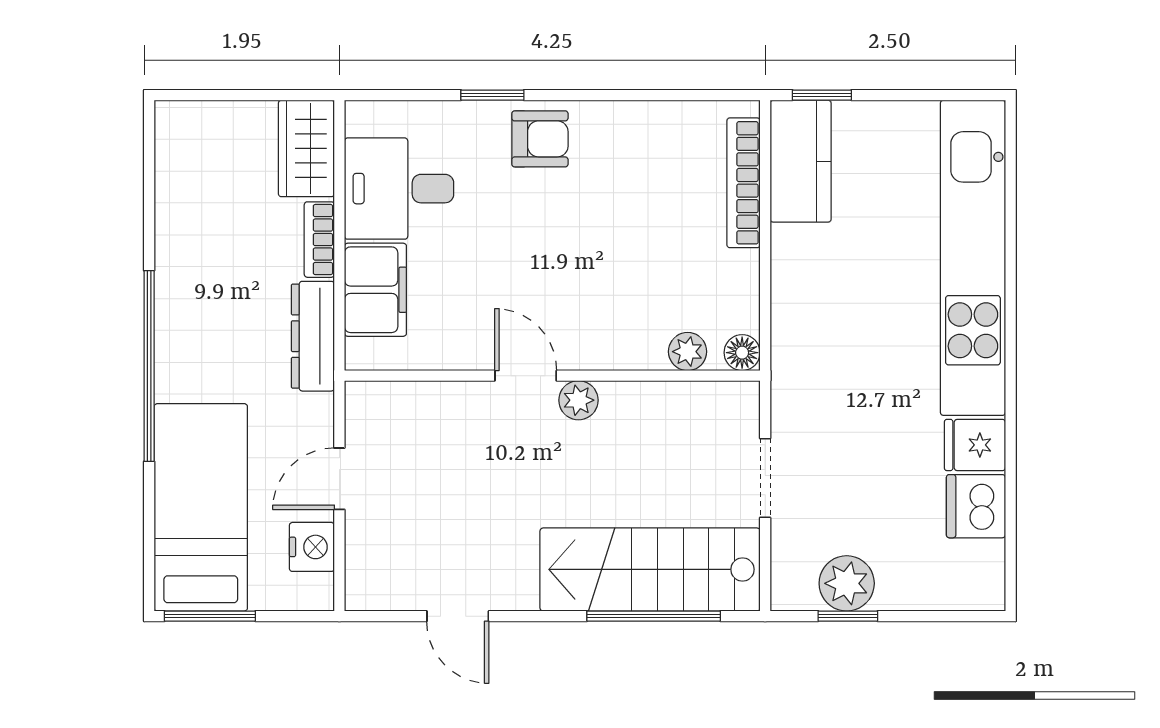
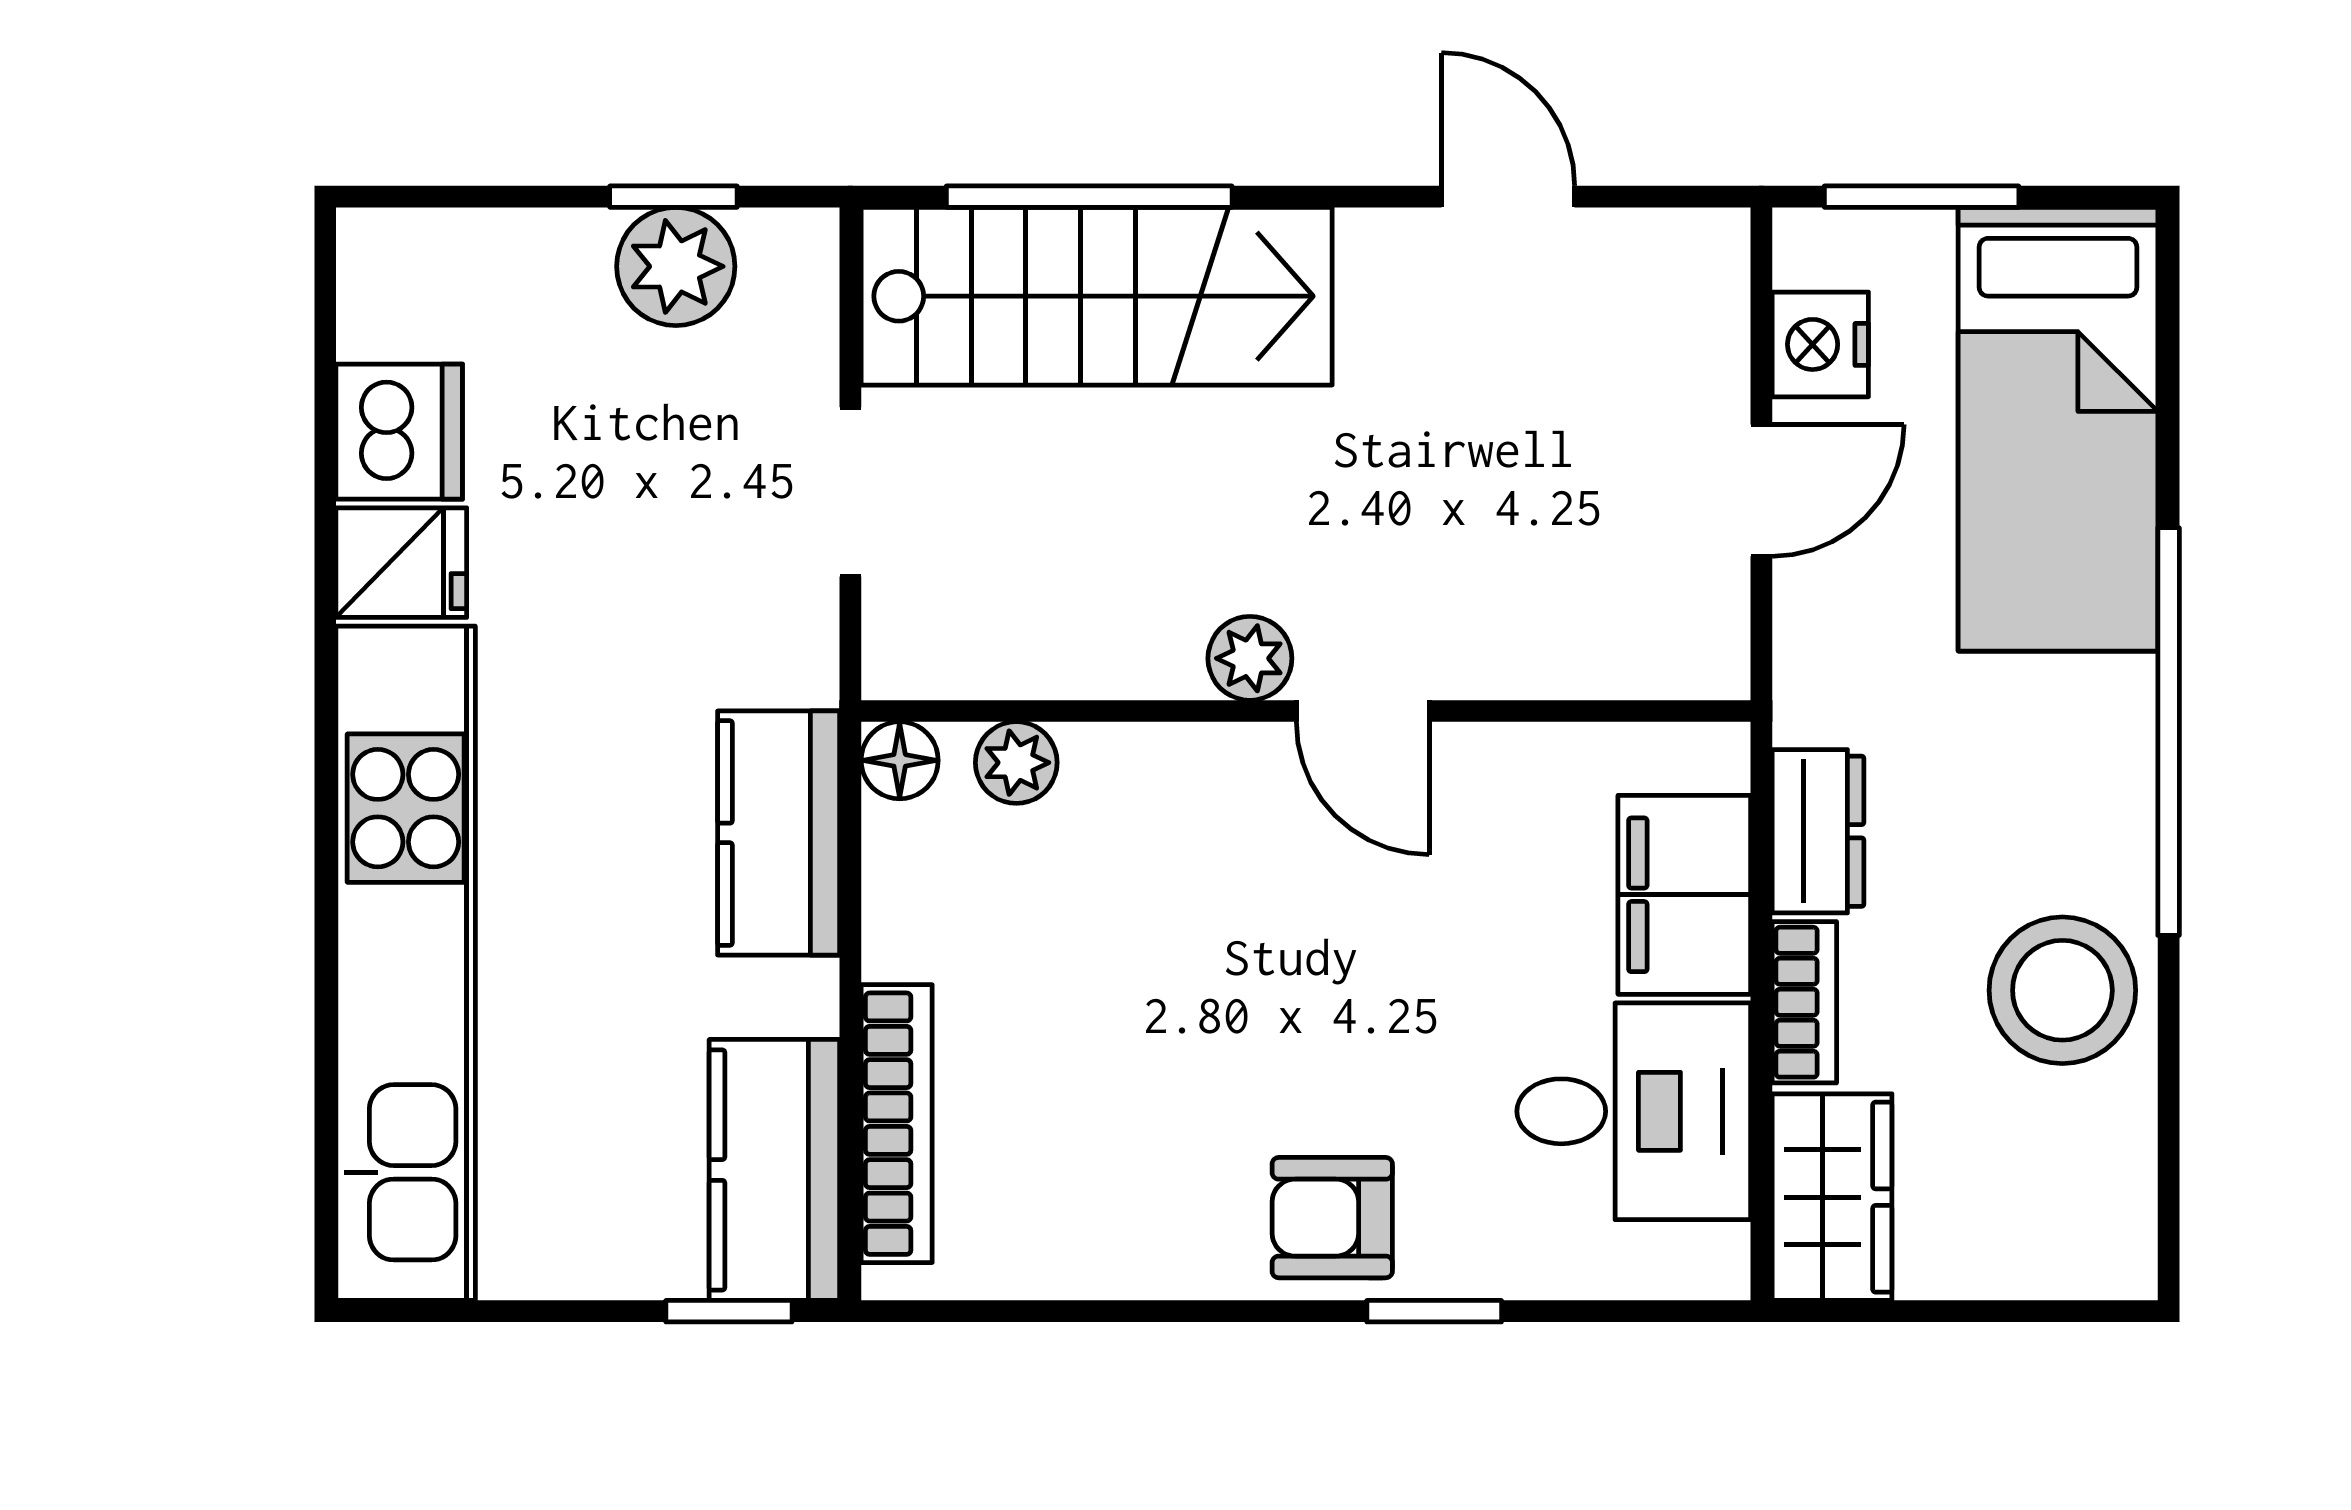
stool: (199, 245) -> (2062, 990), added
kitchen counter: (799, 319) -> (779, 833), added
dresser: (313, 336) -> (1818, 831), width x0.70
window: (210, 616) -> (1922, 197), moved

